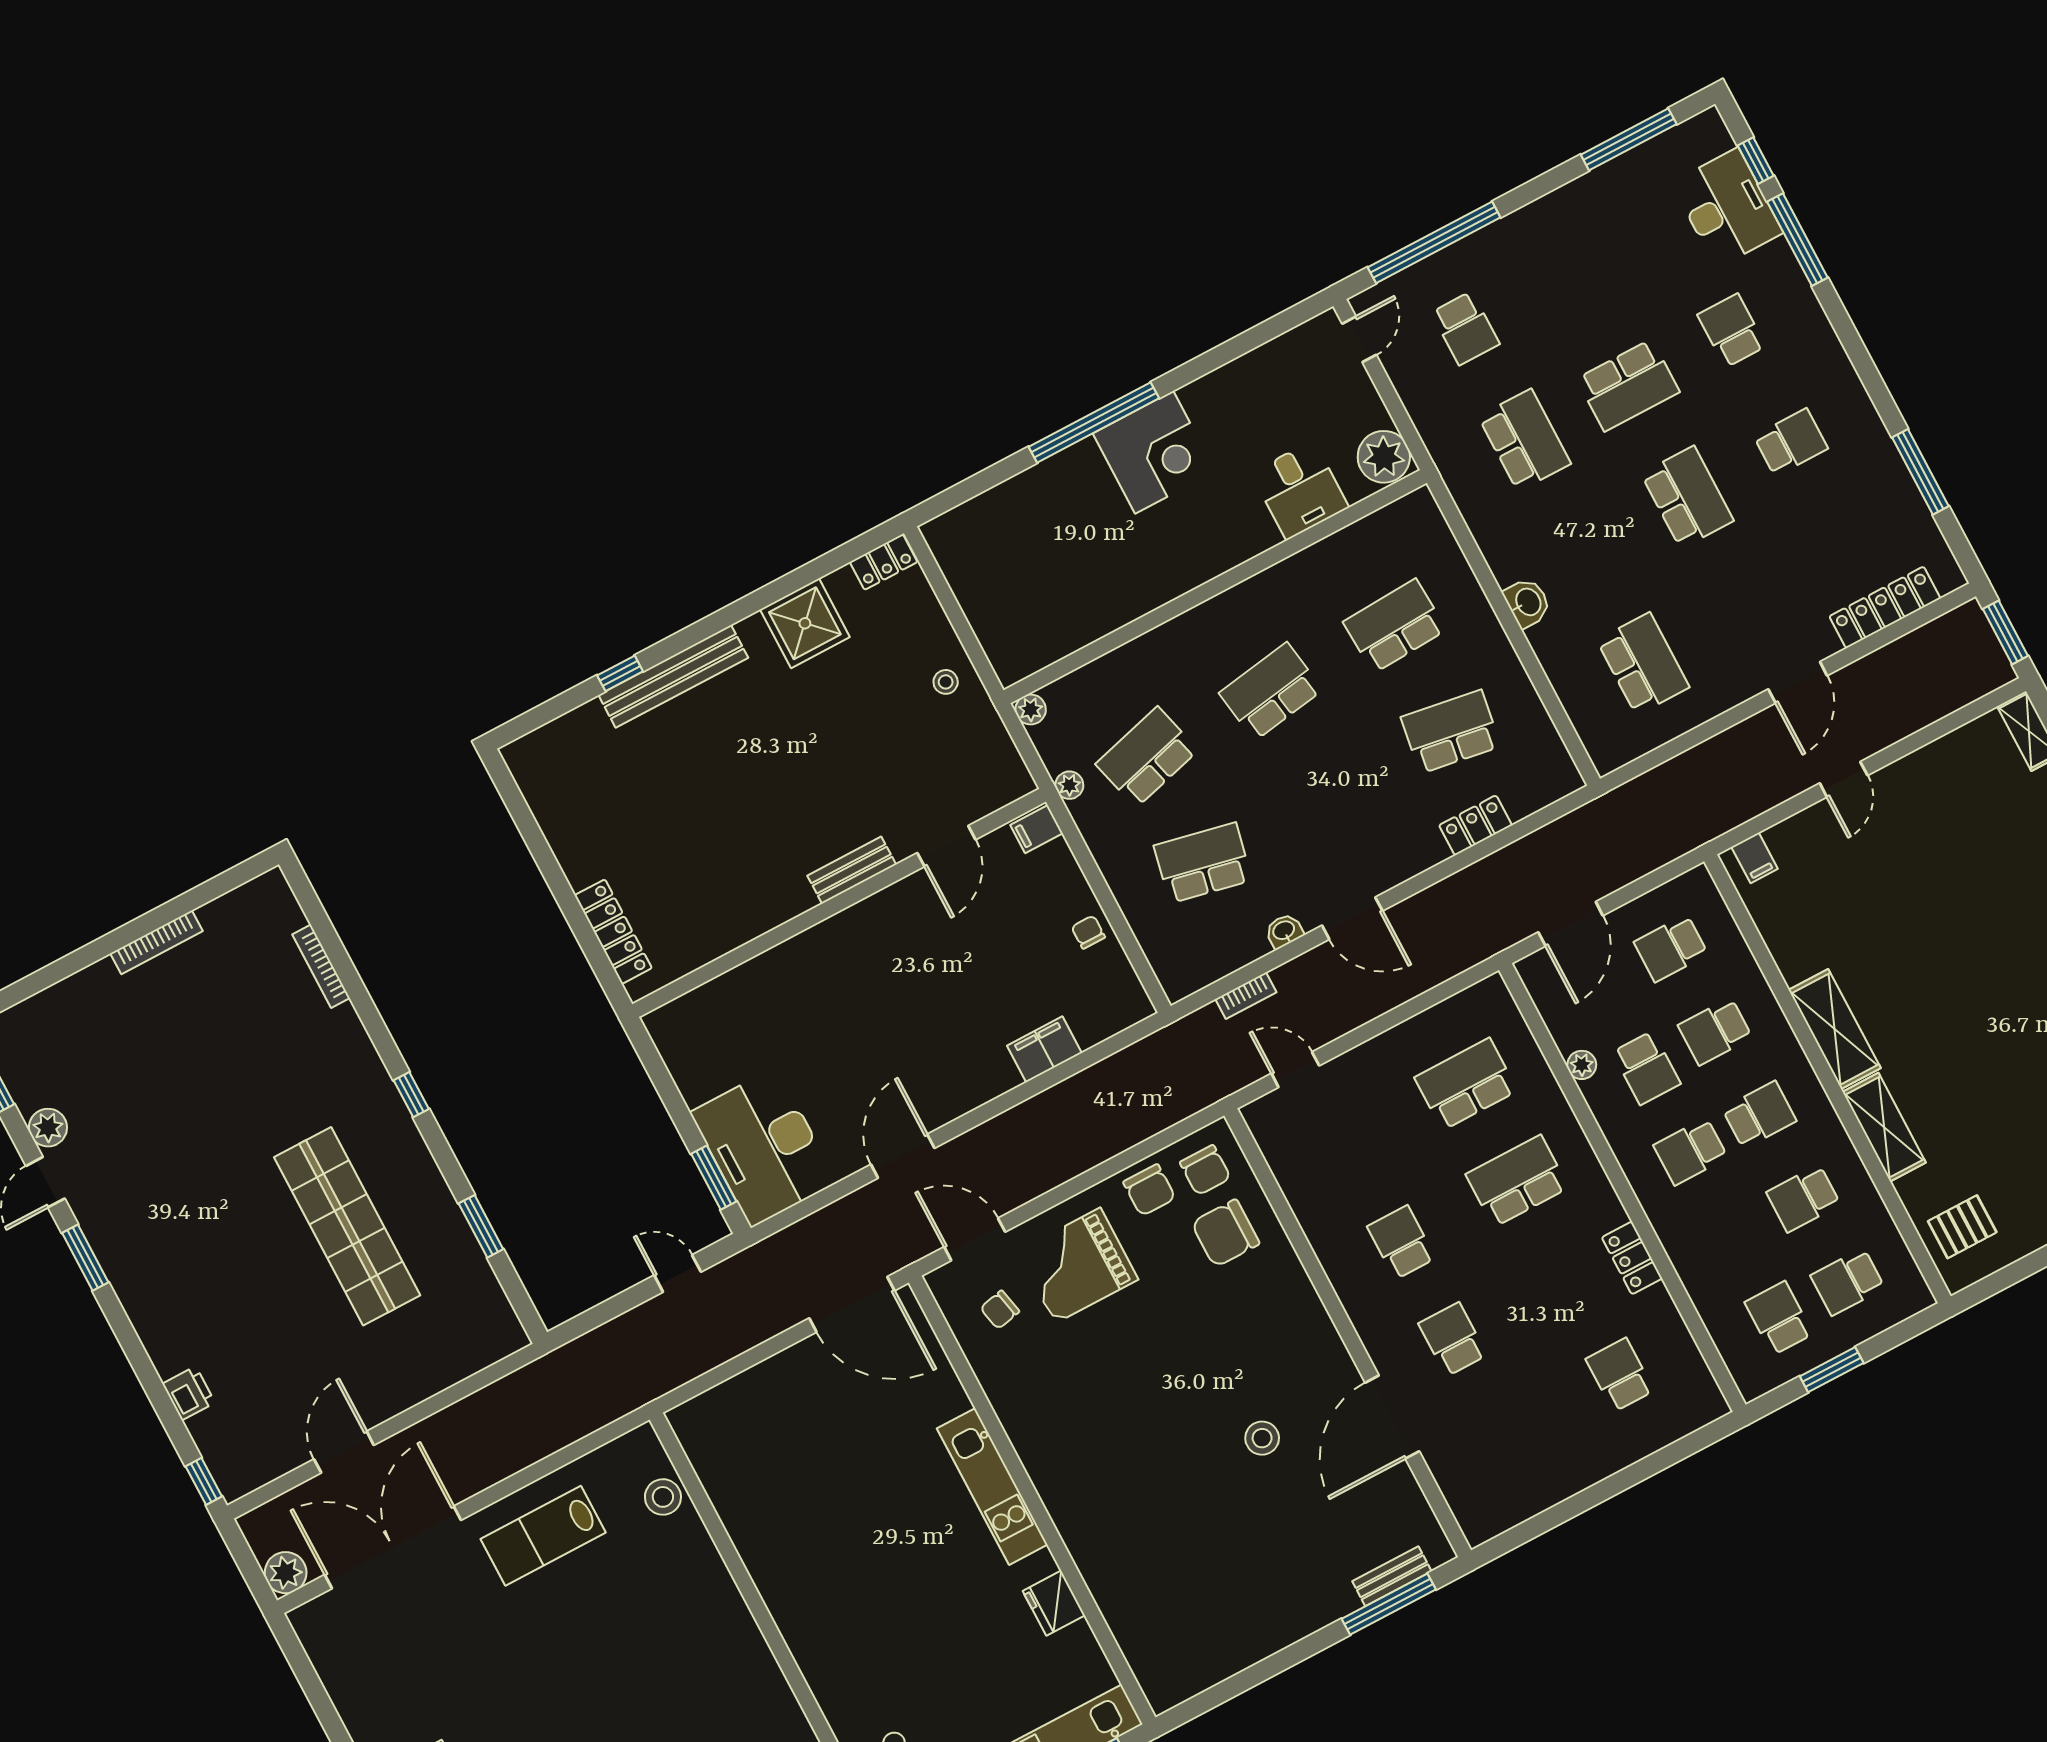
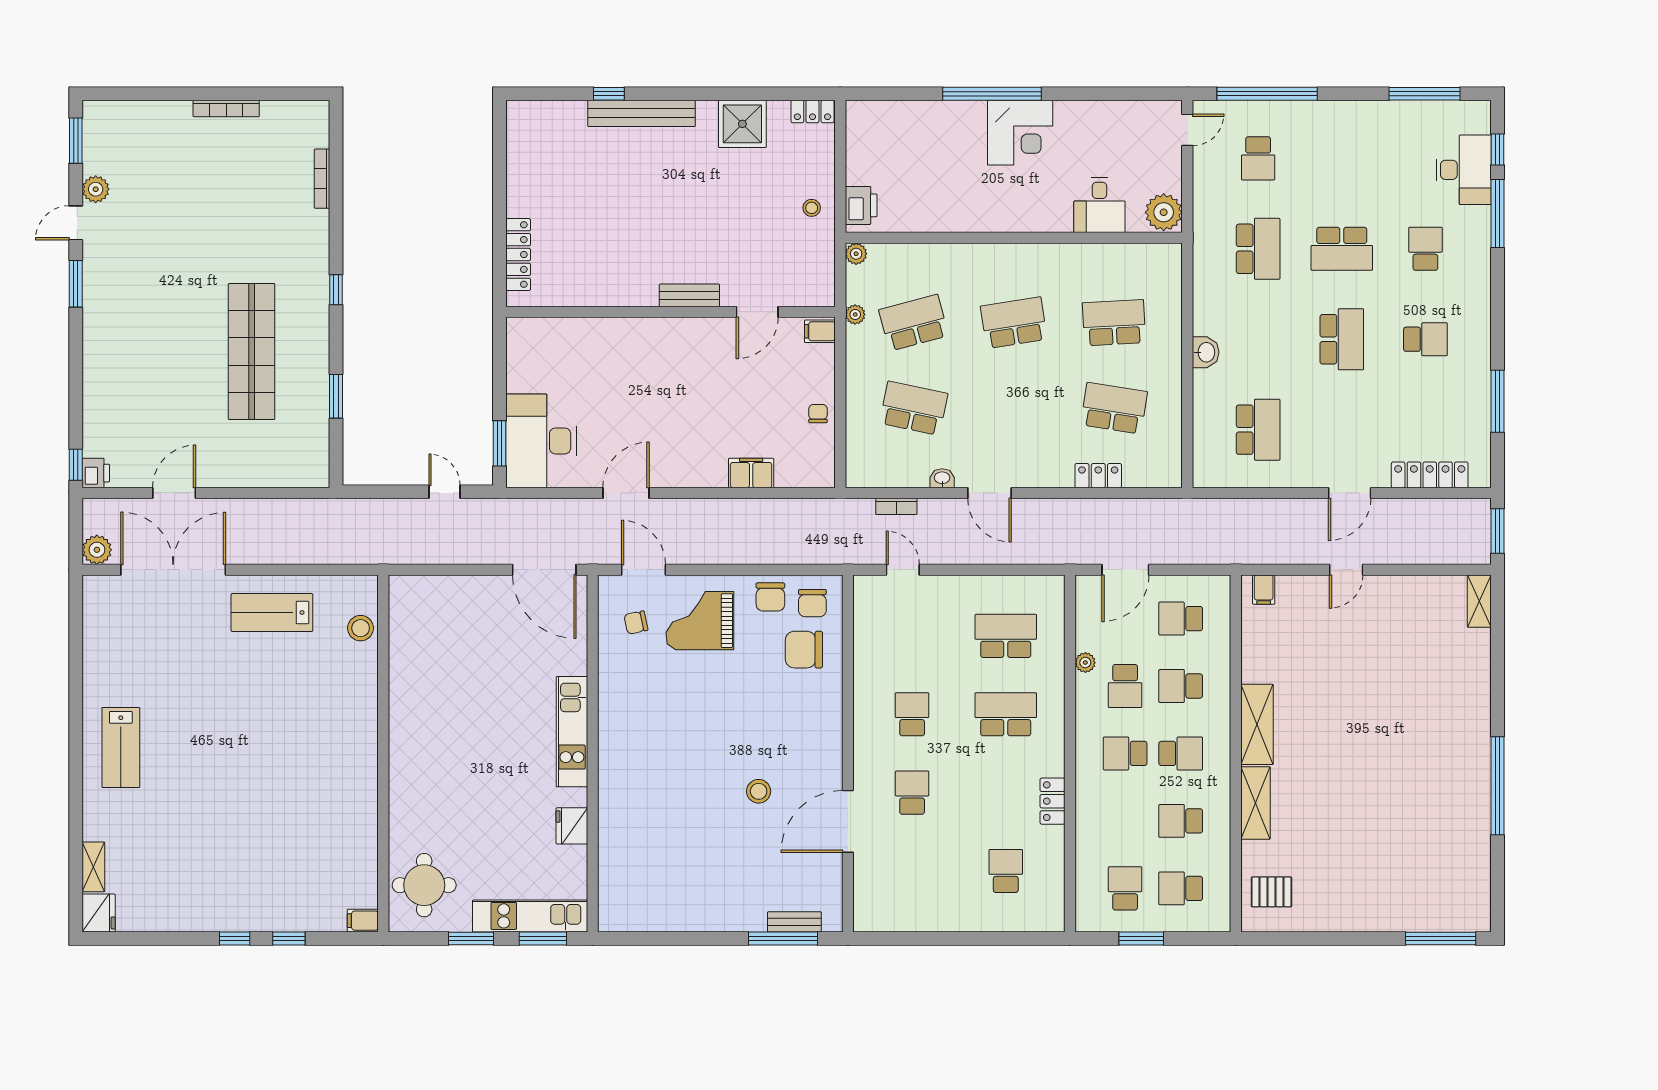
printer: (1005, 646) -> (861, 205), added
printer: (189, 1393) -> (96, 473), moved

